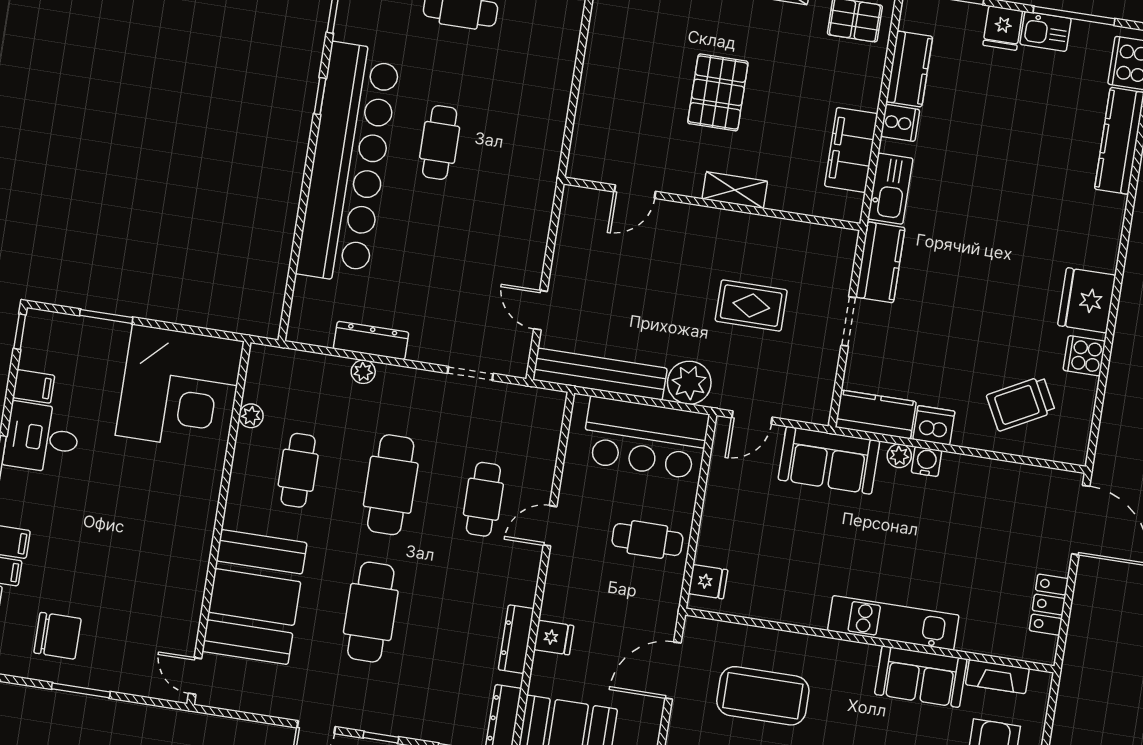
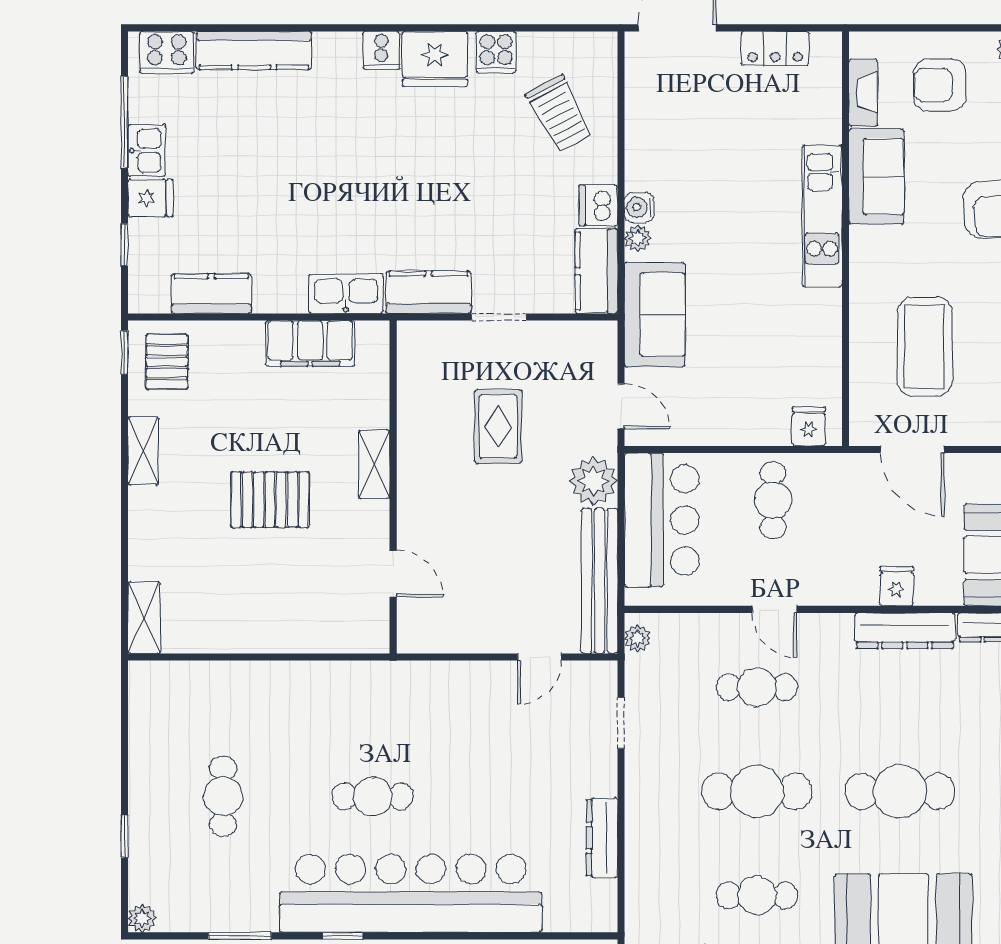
cooker: (900, 123) -> (381, 50), moved, turned 180
plant: (363, 372) -> (638, 638), moved
dresser: (516, 639) -> (905, 631), width x1.37, depth x1.24

